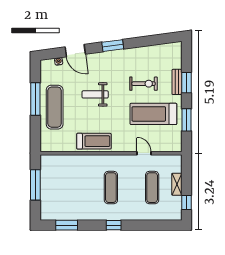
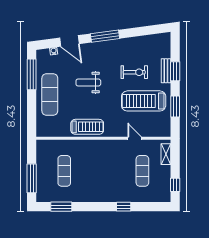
window: (113, 46) -> (105, 36), width x1.44
window: (35, 99) -> (32, 74), moved
shelving: (177, 184) -> (166, 154), moved
window: (35, 185) -> (32, 178), moved
exercise mat: (111, 188) -> (64, 171), moved
window: (114, 225) -> (124, 207), moved

